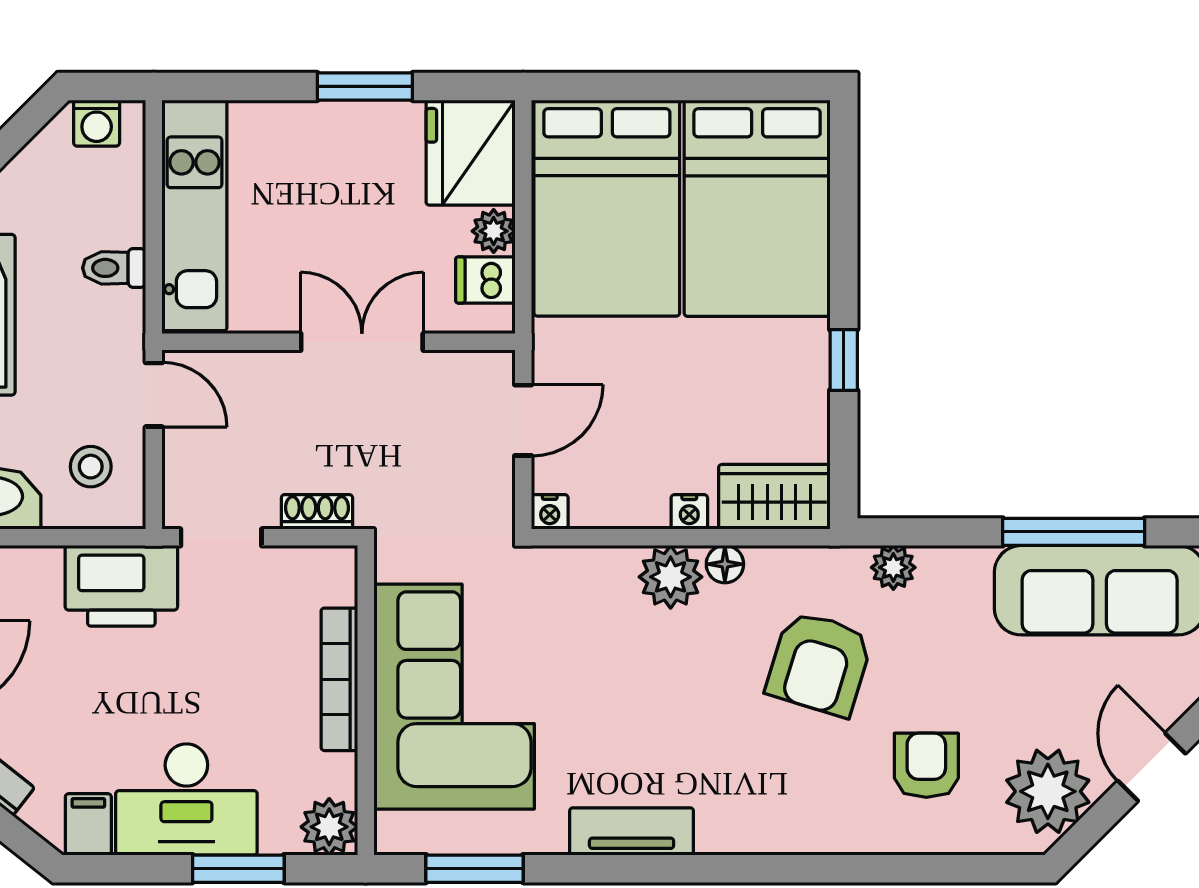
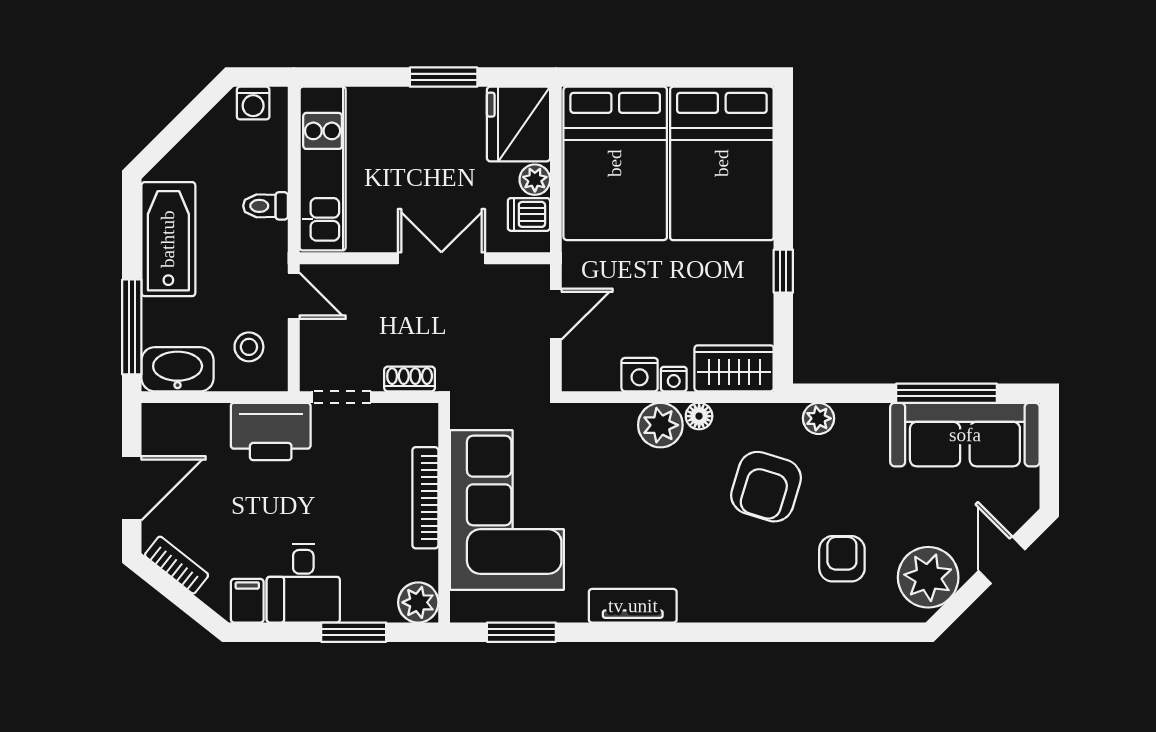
nightstand: (550, 512) -> (640, 375), moved, width x1.39, depth x1.35
desk: (186, 799) -> (303, 583), width x0.73

